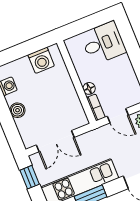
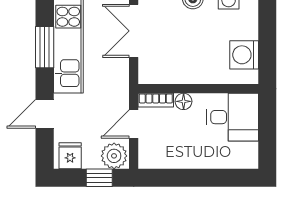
desk: (103, 43) -> (233, 117), moved, turned -90

